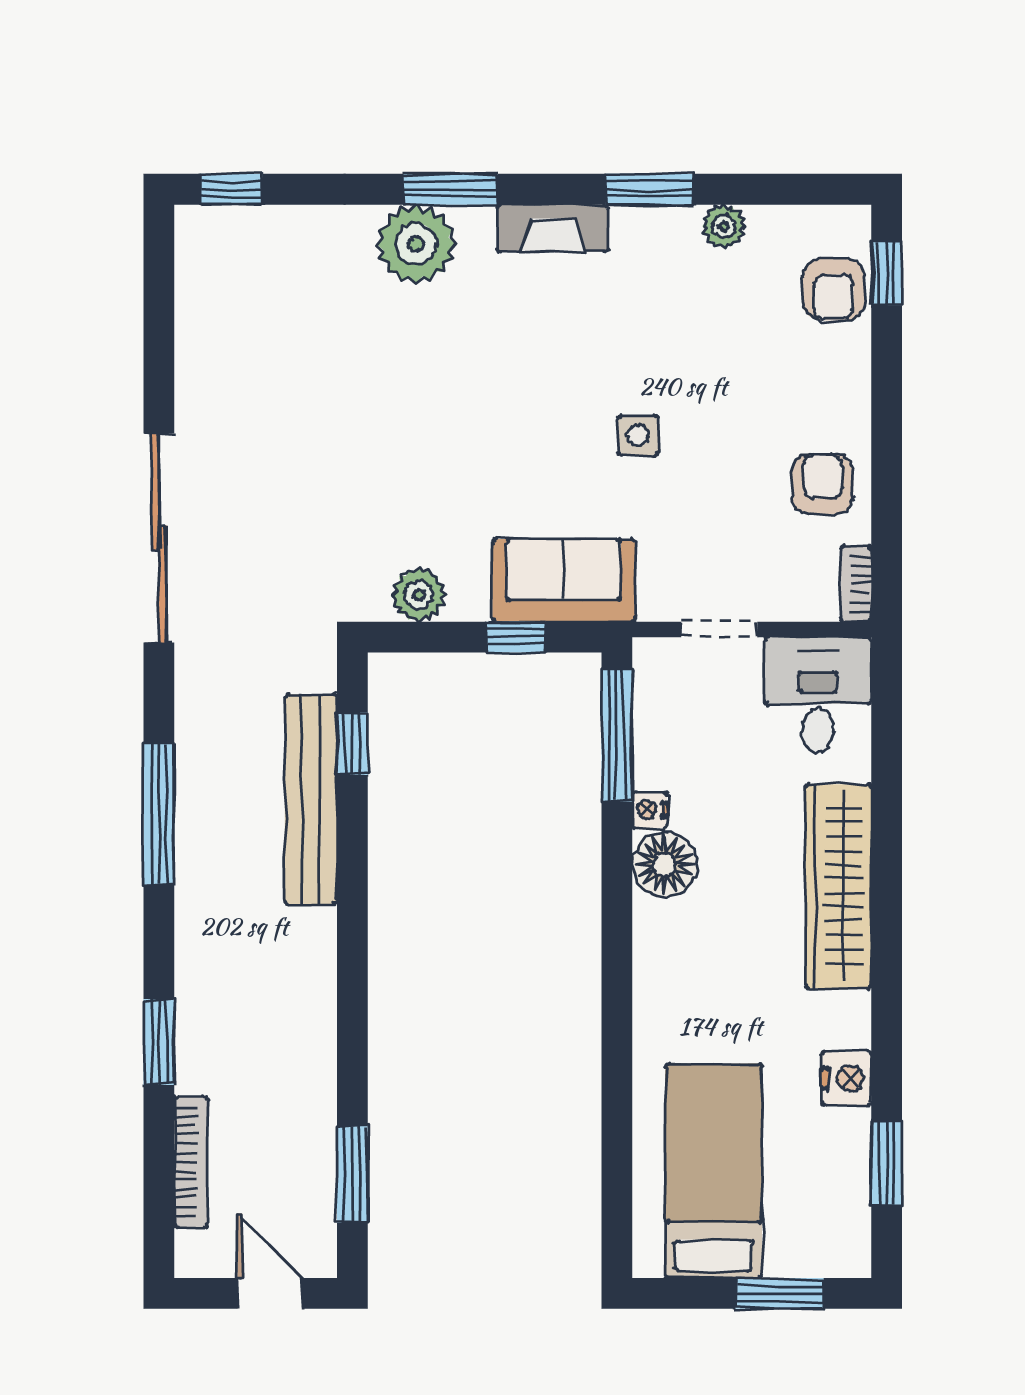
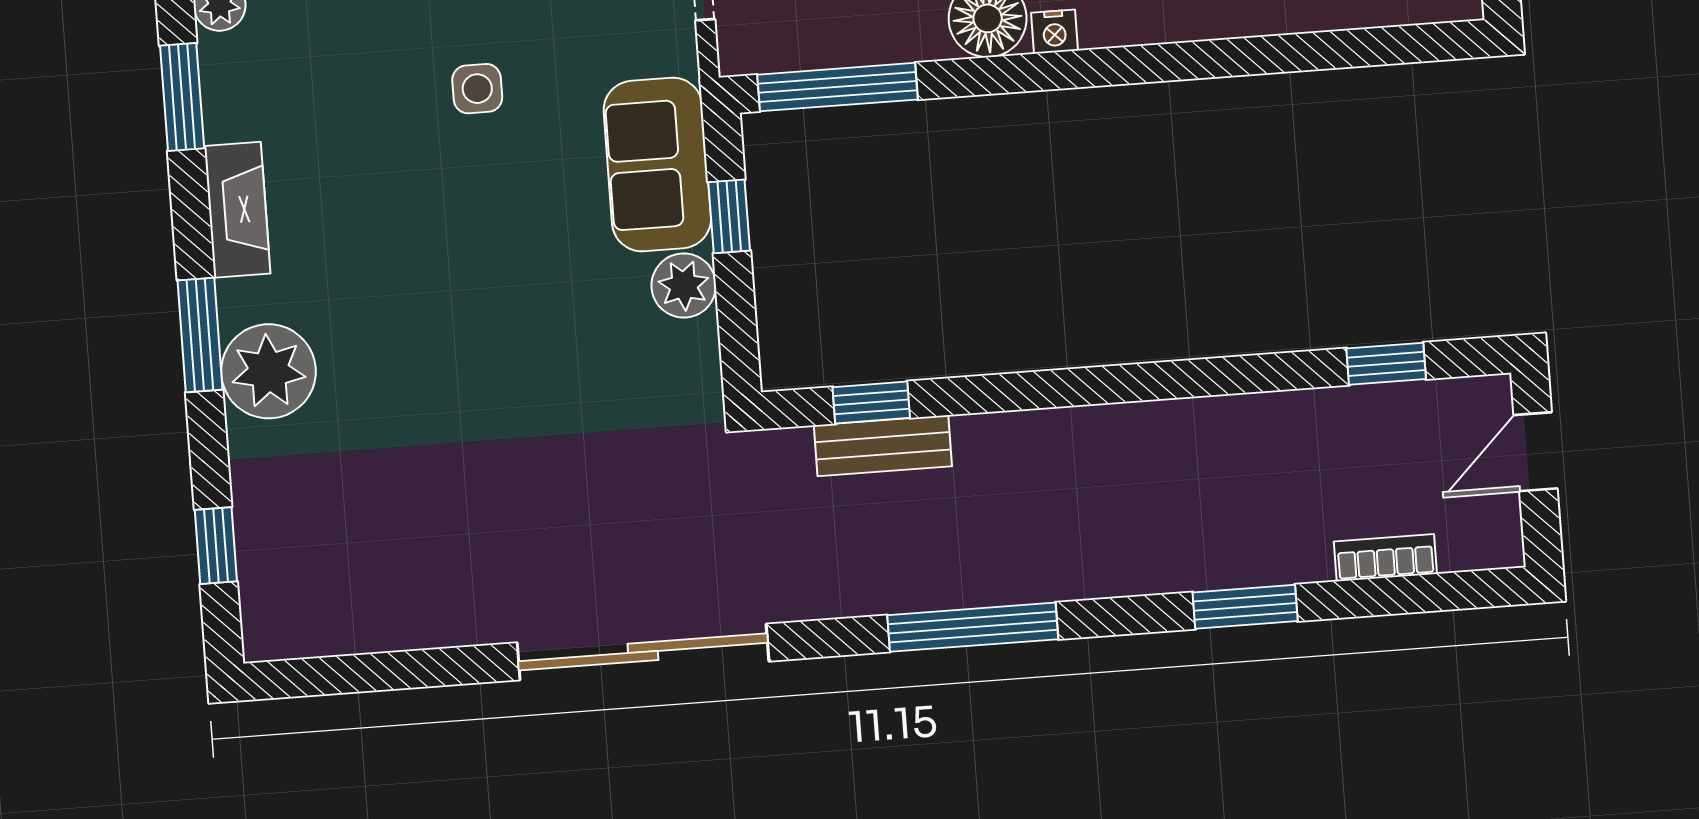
window: (231, 189) -> (216, 546), moved
plant: (419, 595) -> (684, 285), moved
bench: (311, 799) -> (883, 446), width x0.54, depth x0.82
nightstand: (649, 810) -> (1054, 32), moved
bookcase: (191, 1162) -> (1385, 558), width x0.64
window: (352, 1175) -> (1386, 364), width x0.67

